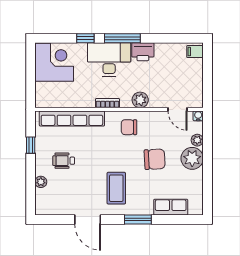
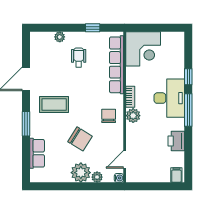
printer: (143, 52) -> (176, 141), moved
corner desk: (54, 62) -> (143, 49), moved
plant: (140, 100) -> (133, 116), moved
chair: (155, 159) -> (80, 139), turned -55

